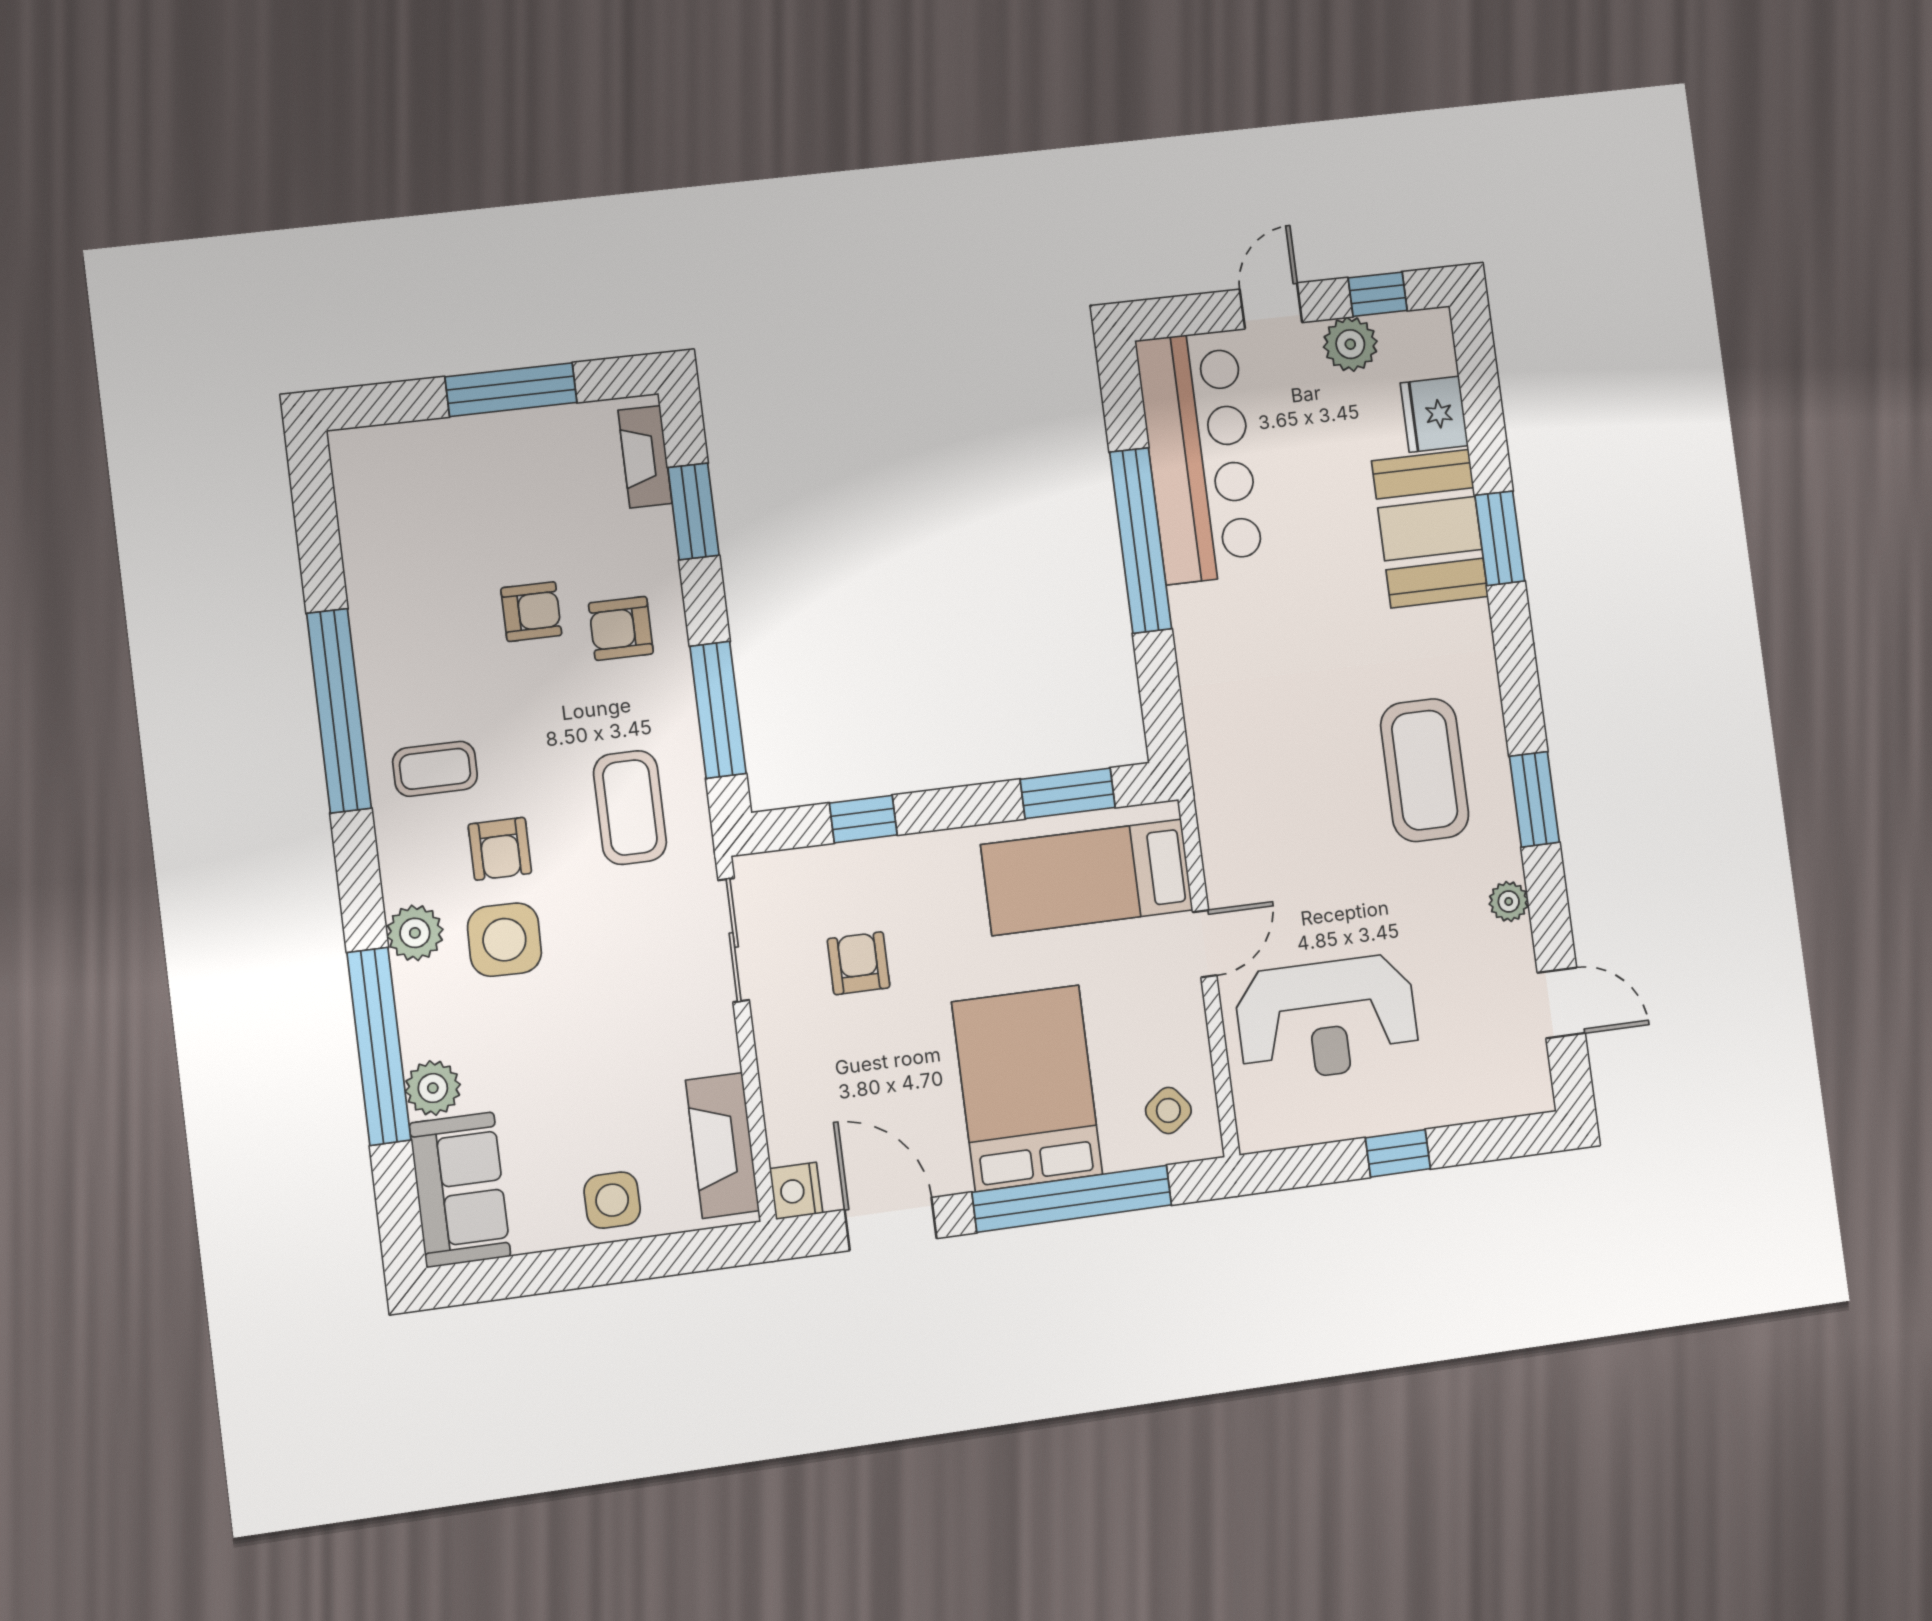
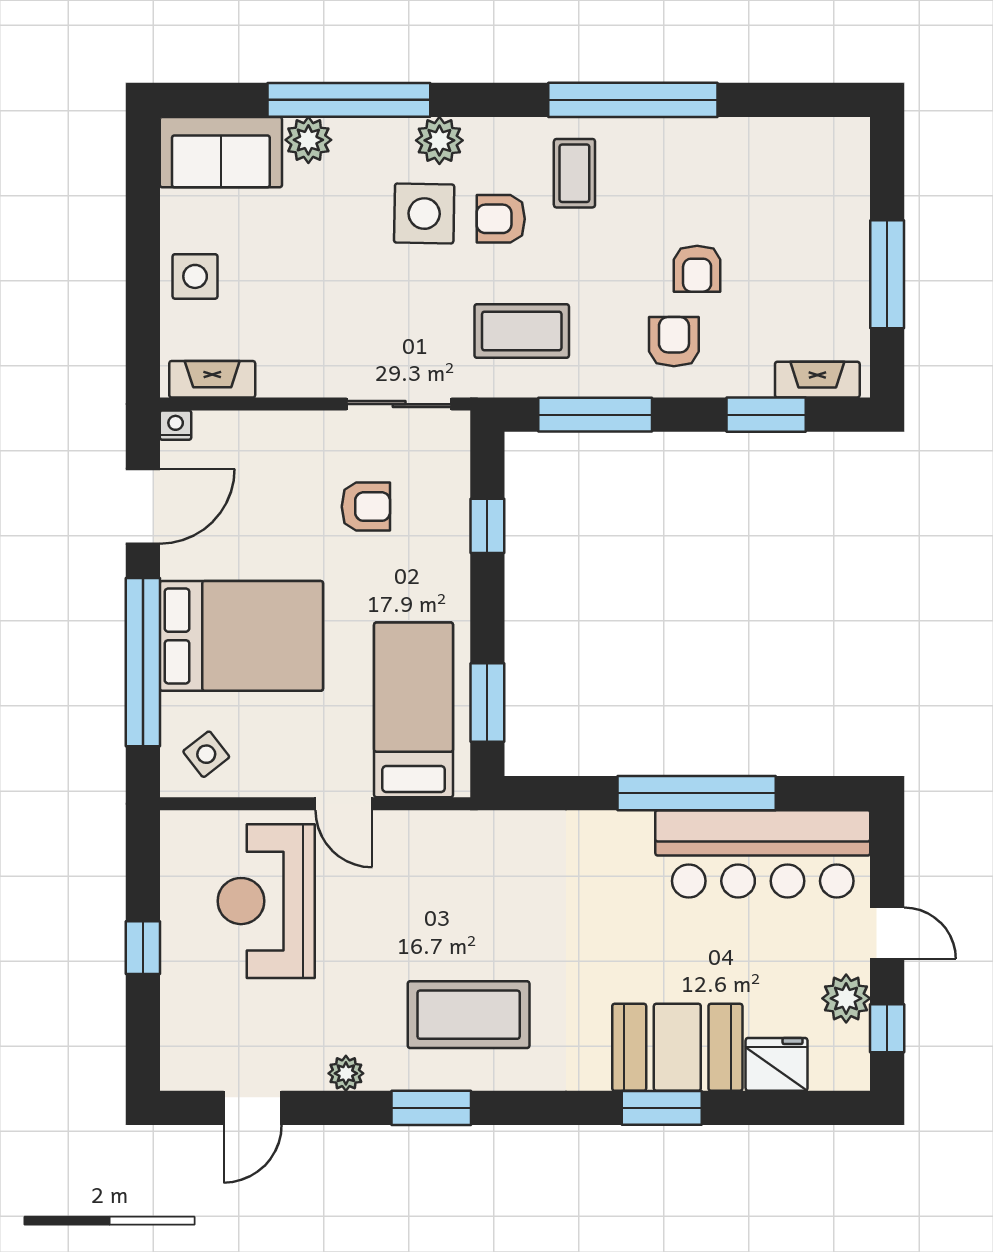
fireplace: (722, 1145) -> (212, 379), width x0.73, depth x0.76
nightstand: (796, 1191) -> (176, 425), width x0.72, depth x0.74

